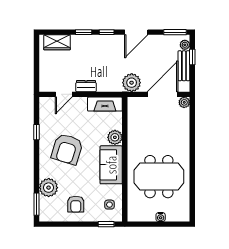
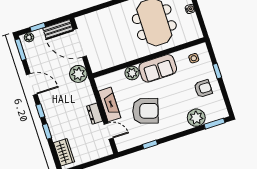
bench: (184, 66) -> (58, 29), moved
plant: (184, 102) -> (81, 21), removed
fireplace: (105, 104) -> (109, 104), moved
armchair: (67, 149) -> (145, 111), moved
window: (106, 224) -> (217, 71), moved

